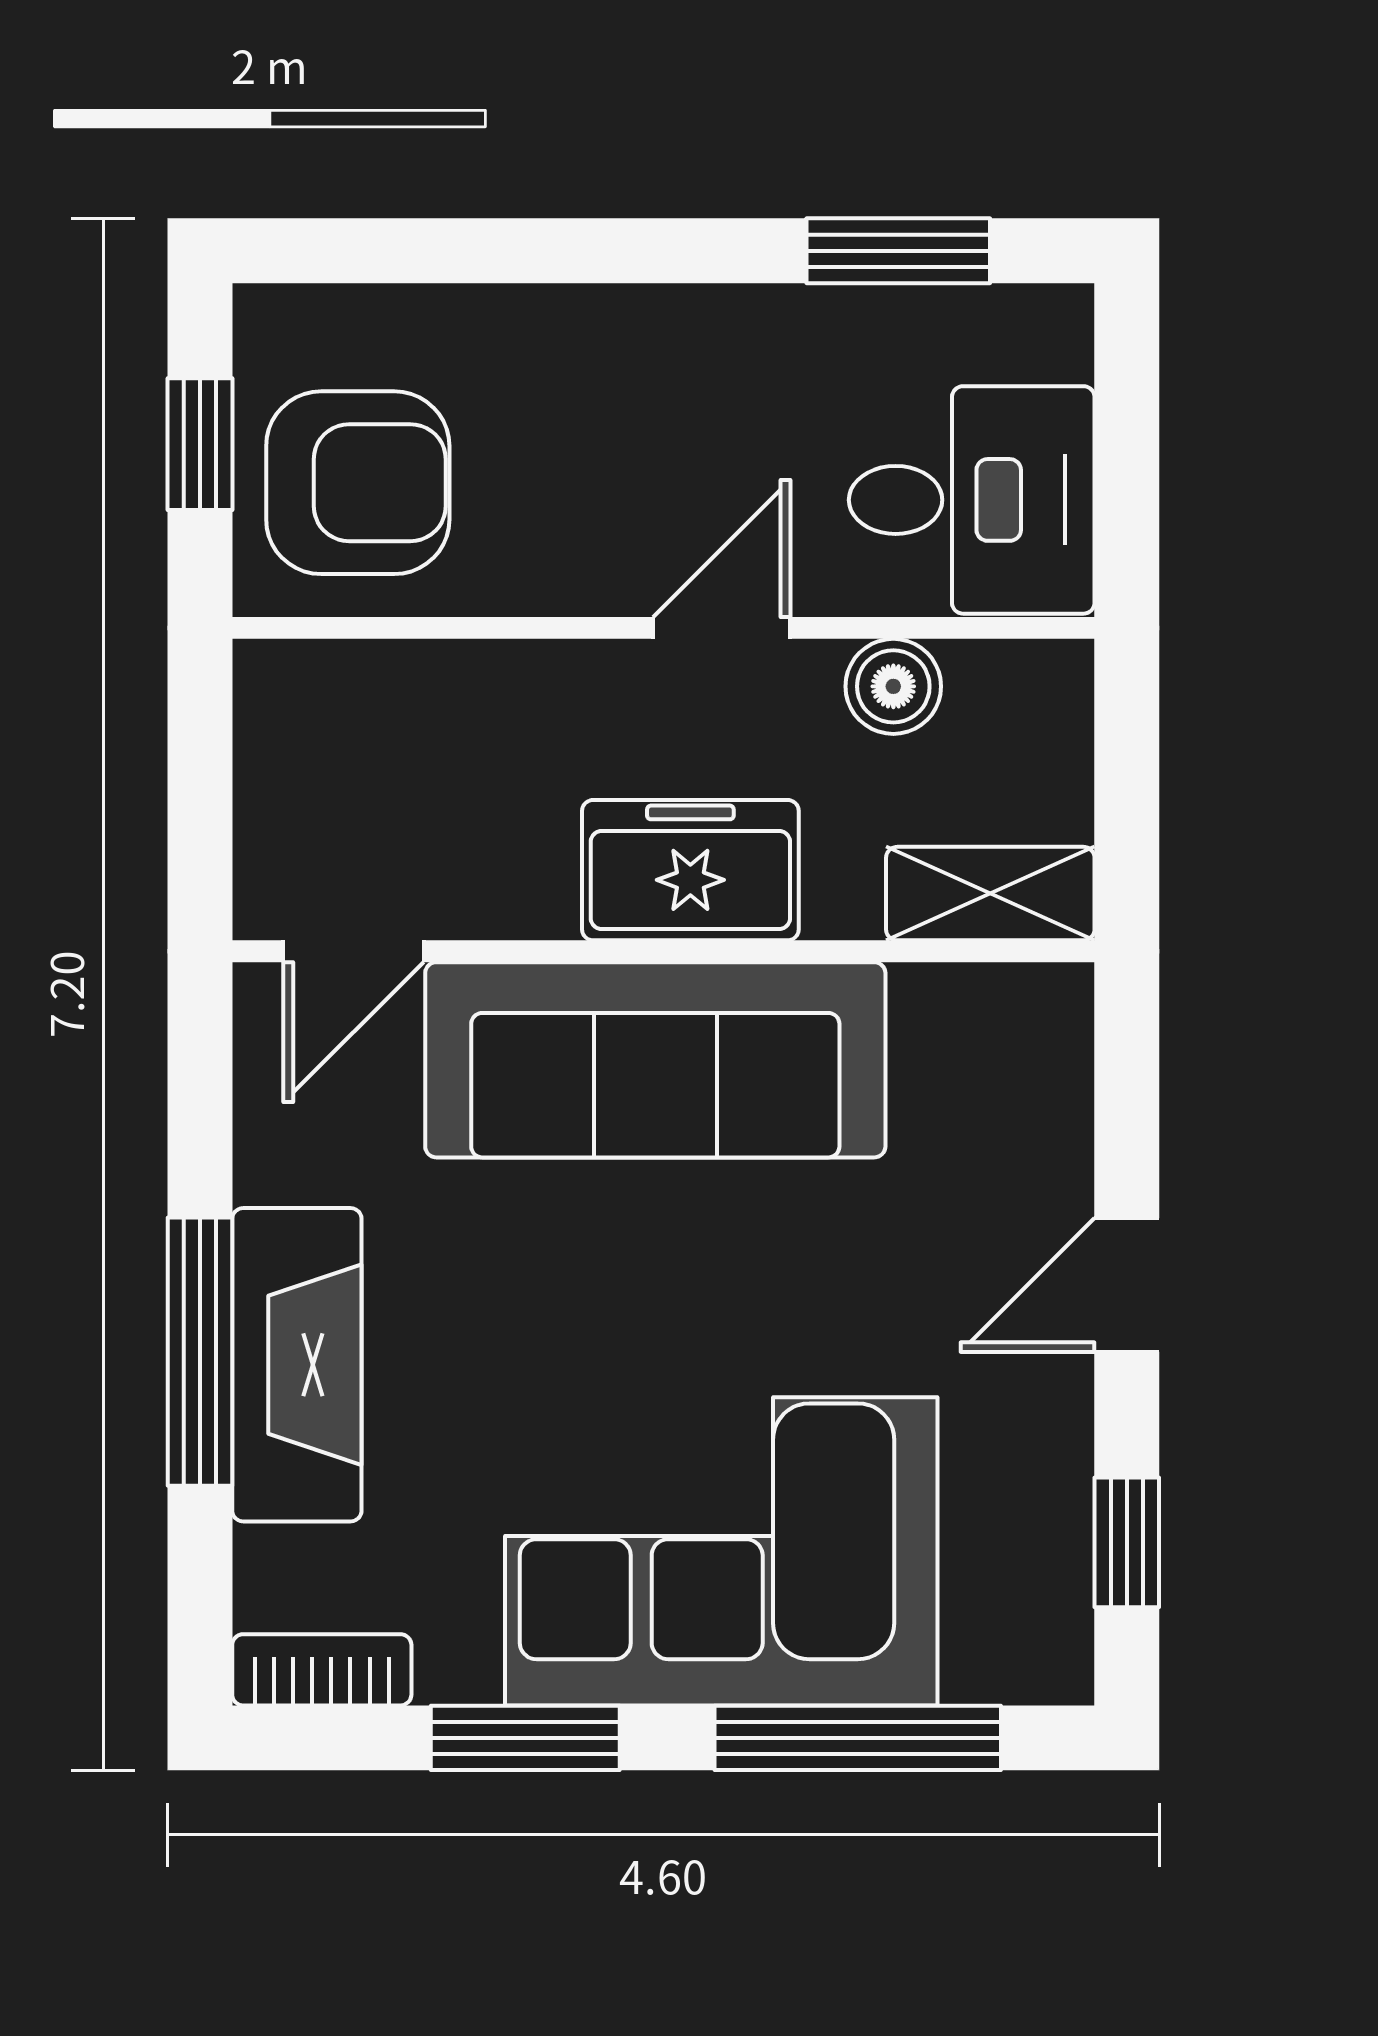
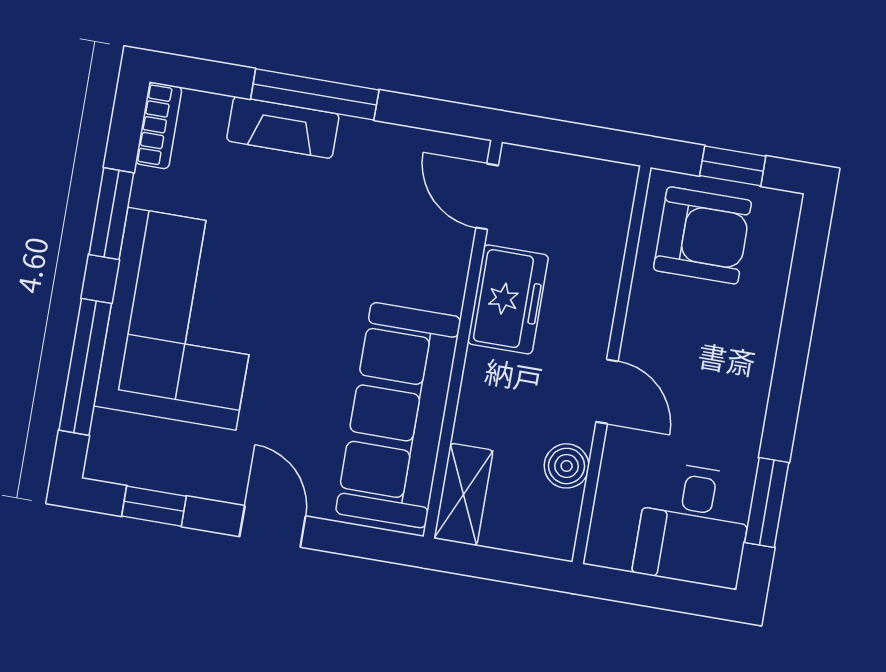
armchair: (358, 483) -> (702, 235), turned -90
desk: (972, 500) -> (693, 525), moved
freezer: (690, 870) -> (508, 299), moved
sofa: (655, 1060) -> (398, 415), moved
fireplace: (297, 1365) -> (283, 127), width x0.73, depth x0.76

